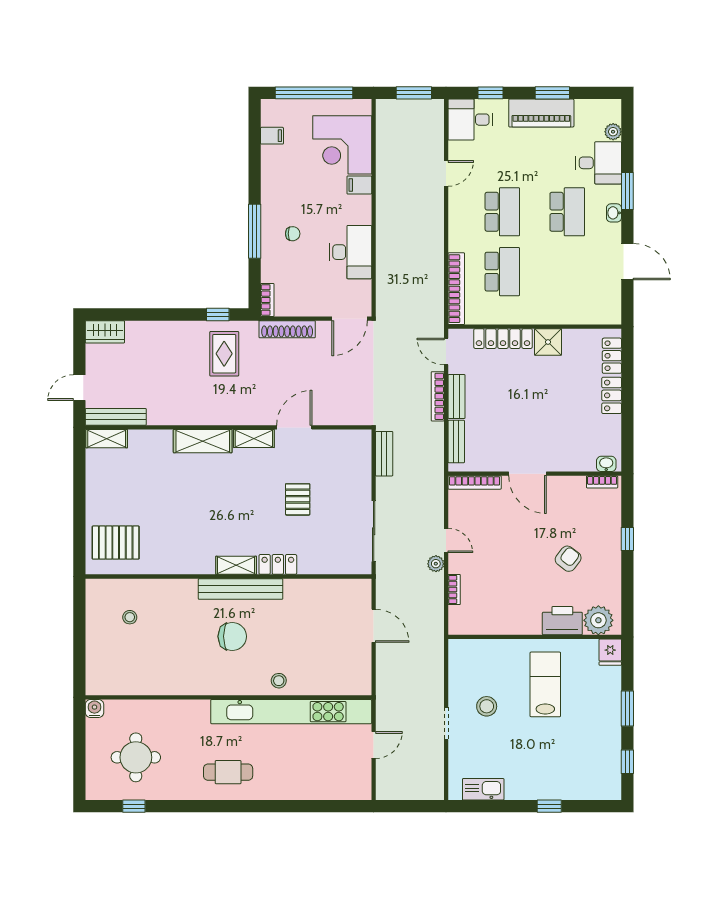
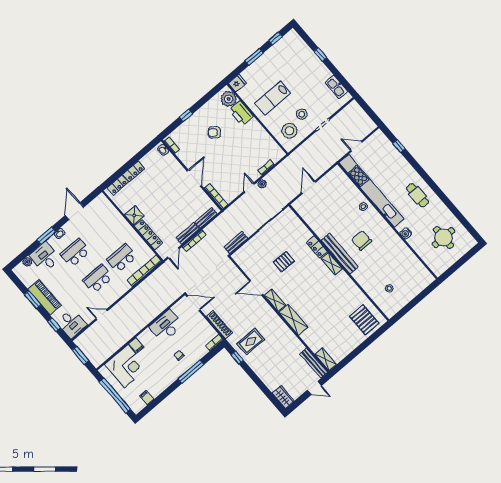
stool: (478, 668) -> (289, 131), added
water cooler: (94, 709) -> (406, 233), moved
window: (134, 806) -> (399, 146), moved

